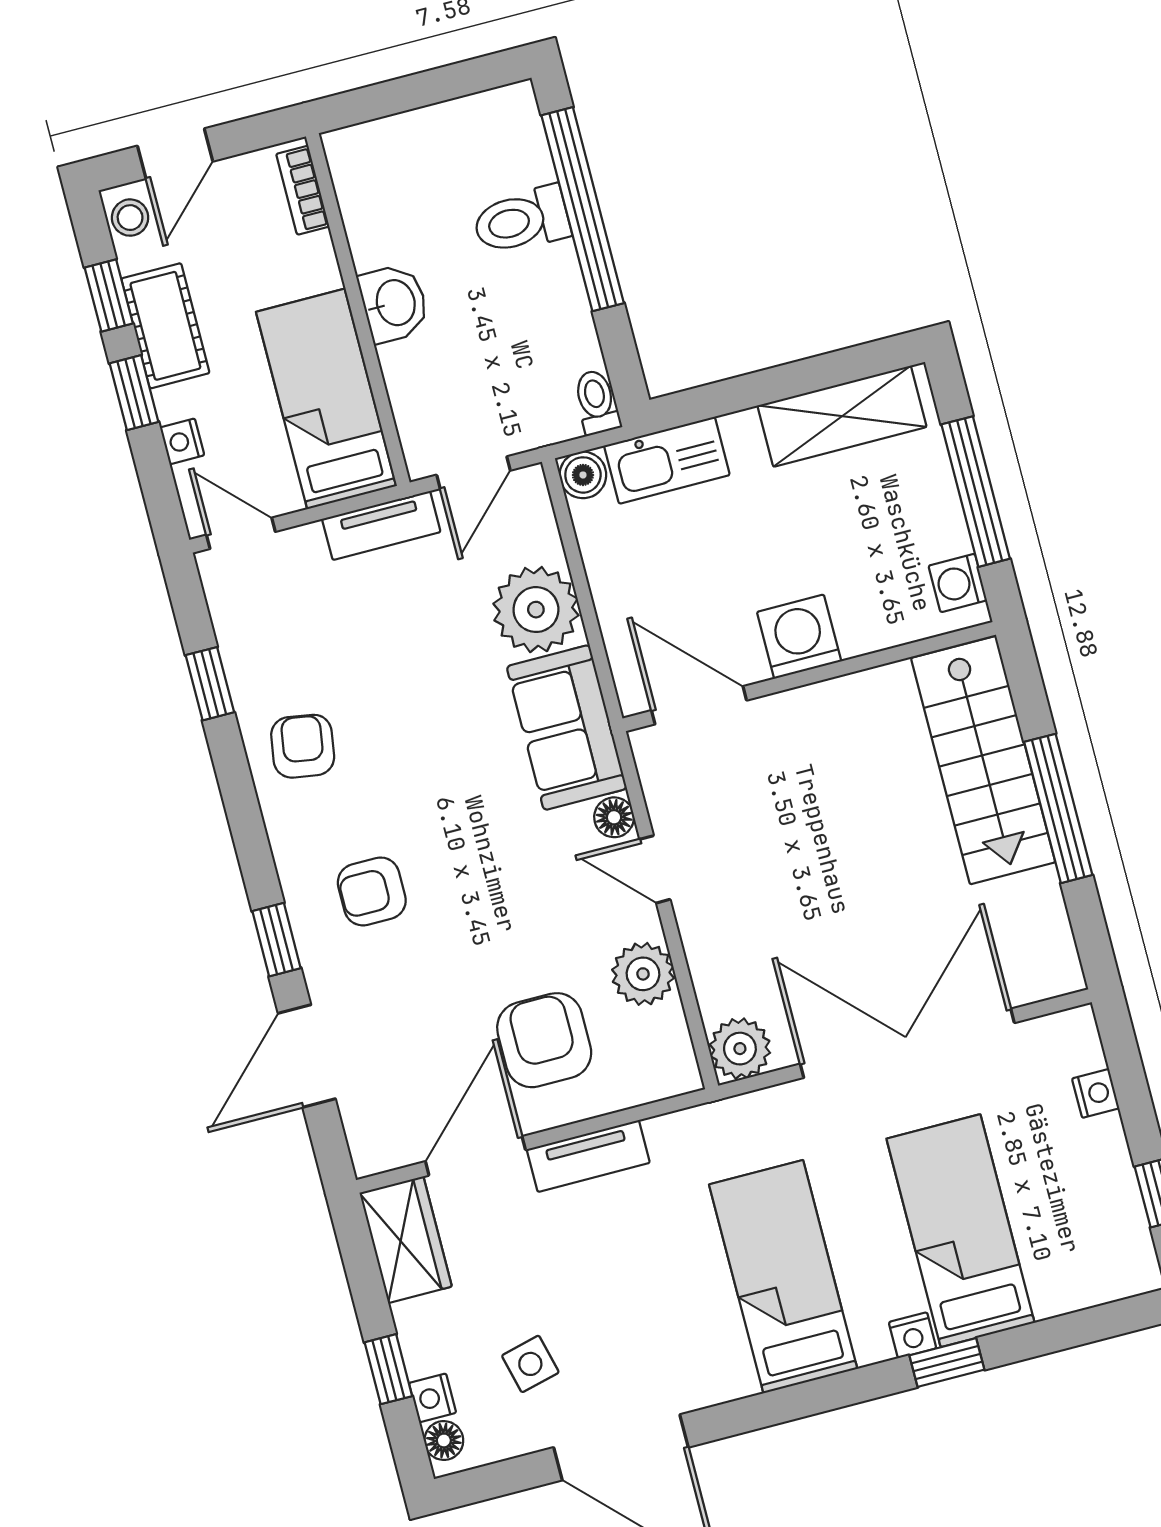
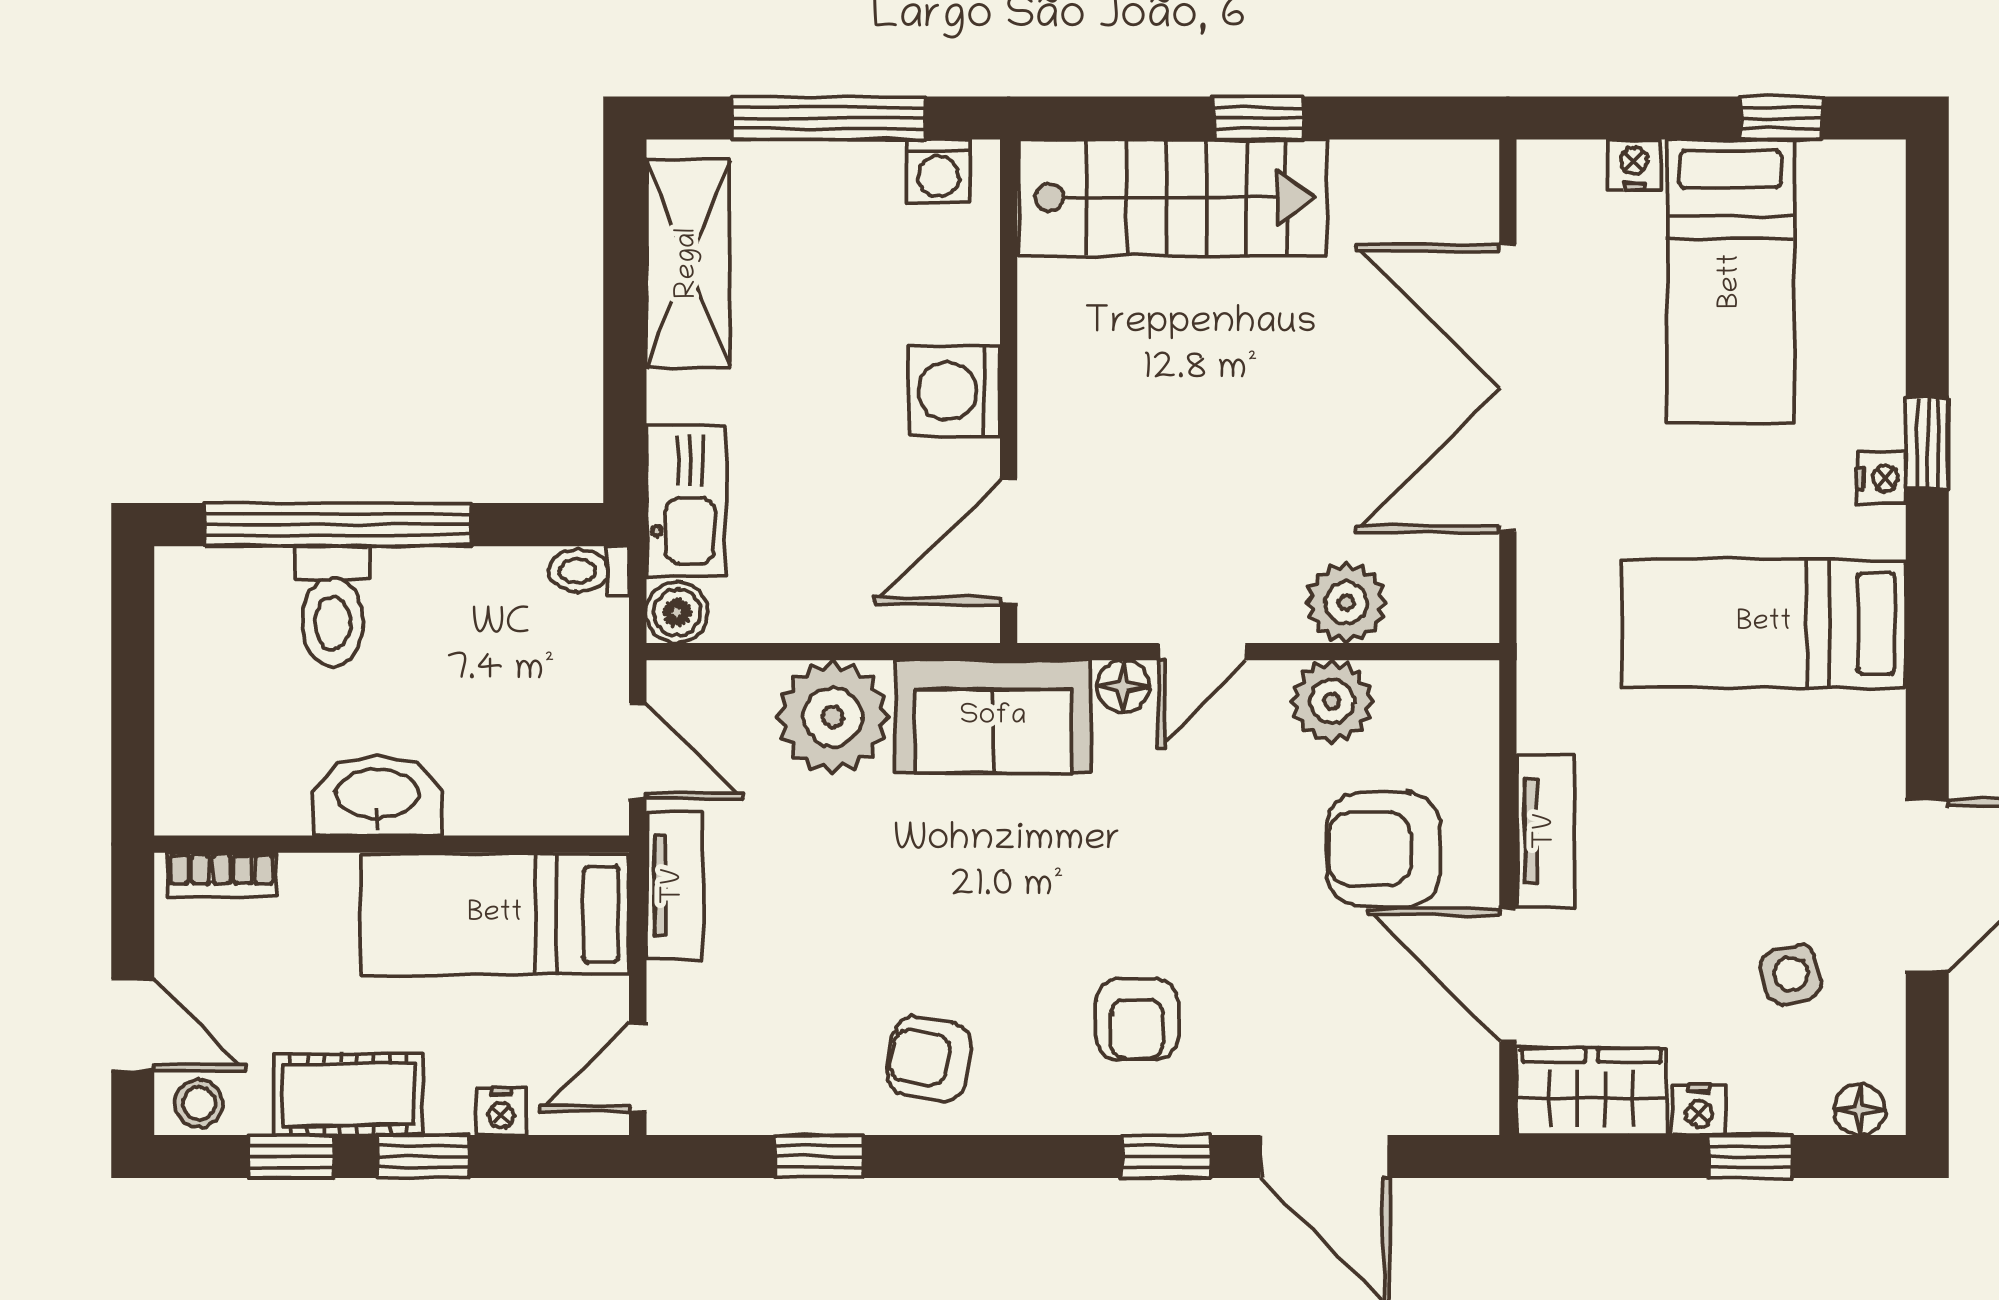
washbasin: (394, 303) -> (378, 796), width x1.38
window: (1058, 808) -> (1259, 118), width x0.46
plant: (740, 1049) -> (1346, 603), moved
bed: (960, 1231) -> (1731, 281), moved, turned -90
nightstand: (433, 1398) -> (1699, 1110), moved

